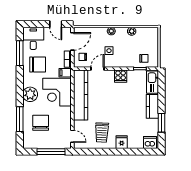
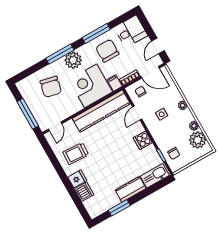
plant: (144, 34) -> (198, 140), added
window: (20, 53) -> (96, 33), moved
chair: (38, 64) -> (107, 51), turned 180
door: (98, 69) -> (137, 113), swing flipped
window: (20, 119) -> (60, 54), moved
chair: (41, 123) -> (51, 87), turned 103
dishwasher: (150, 143) -> (84, 192), moved

